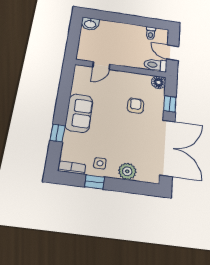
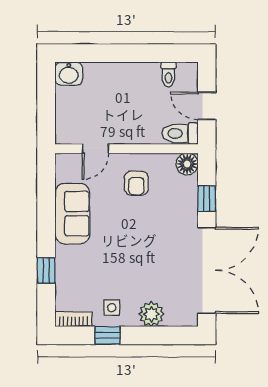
armchair: (136, 106) -> (136, 183), moved, turned 180
sofa: (79, 113) -> (72, 214), moved

